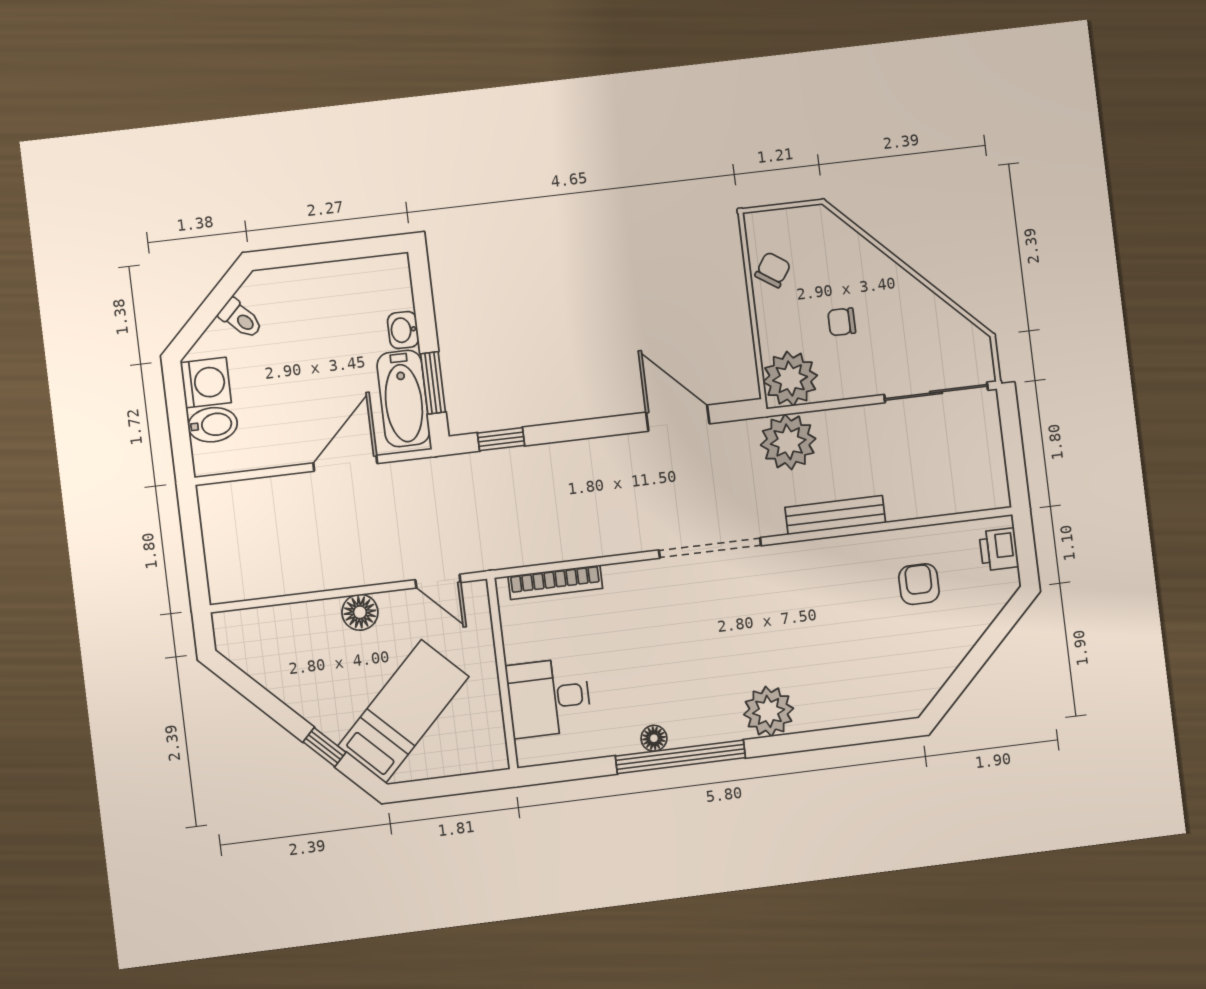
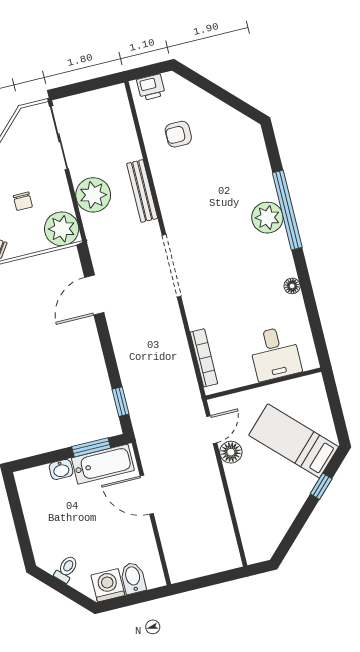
plant: (788, 442) -> (93, 195), moved
floor lamp: (360, 612) -> (231, 452), moved
window: (680, 757) -> (287, 210), moved

